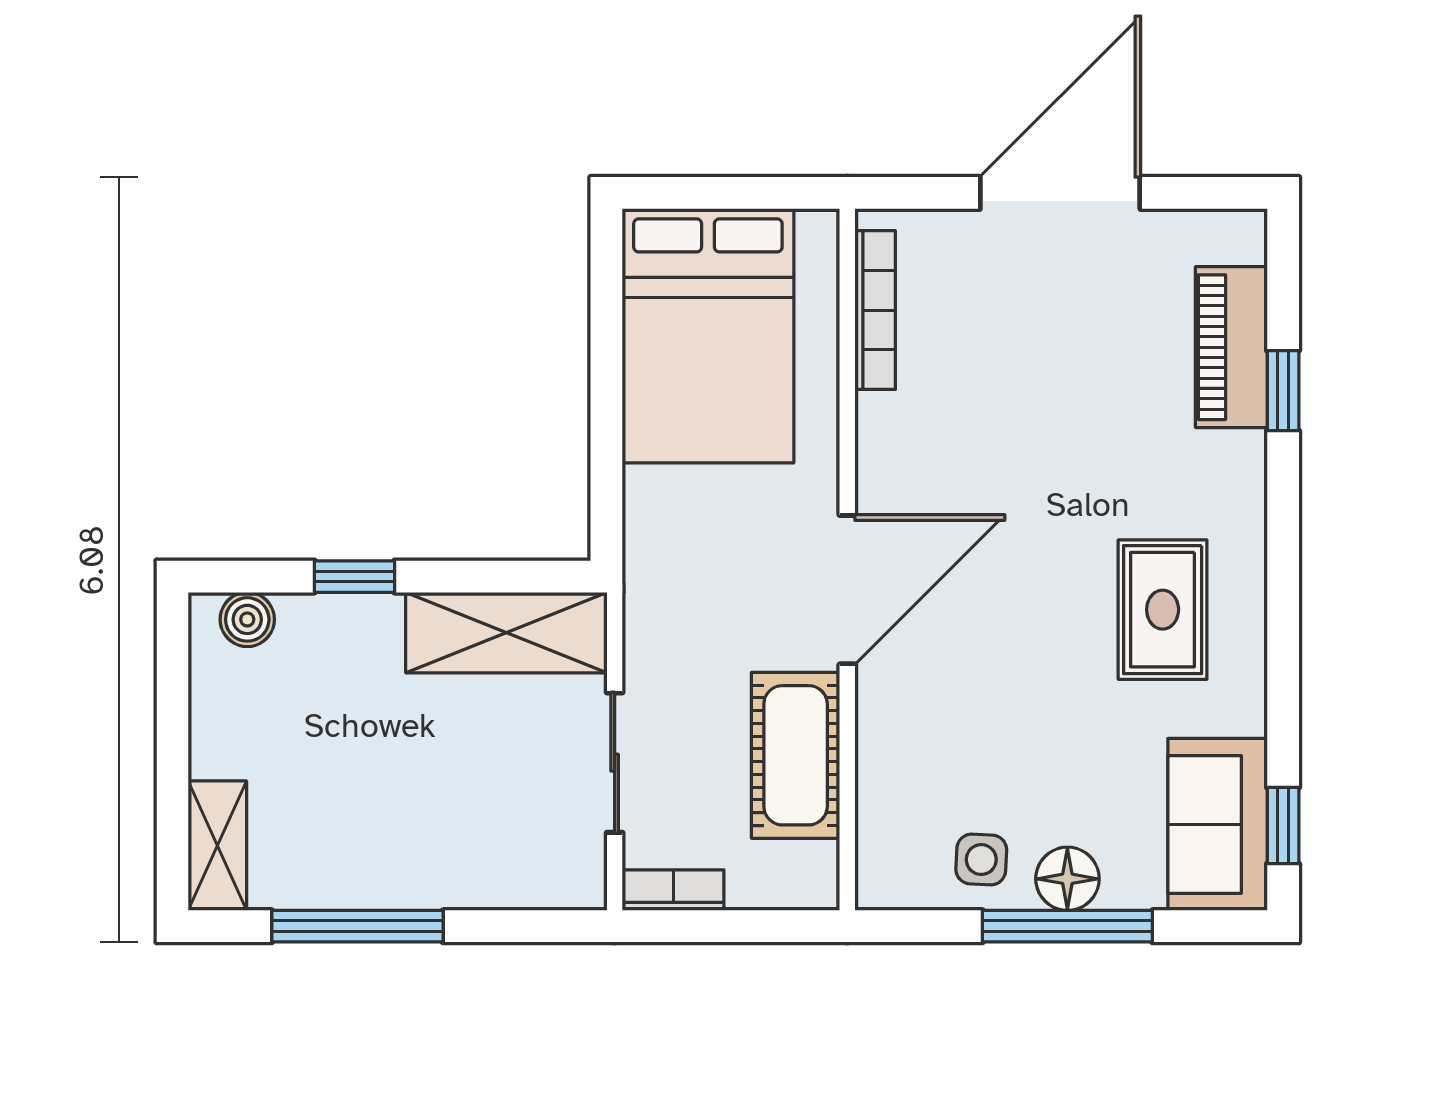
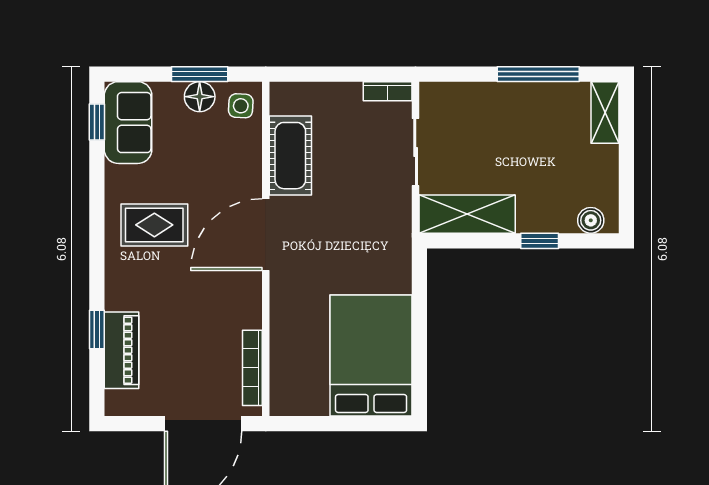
bookcase: (875, 310) -> (252, 368), moved
wall: (847, 560) -> (266, 249), moved
door: (847, 590) -> (266, 235), moved
rug: (1163, 610) -> (154, 225), turned 90
cot: (796, 755) -> (290, 156), moved
window: (1067, 926) -> (200, 74), width x0.69

